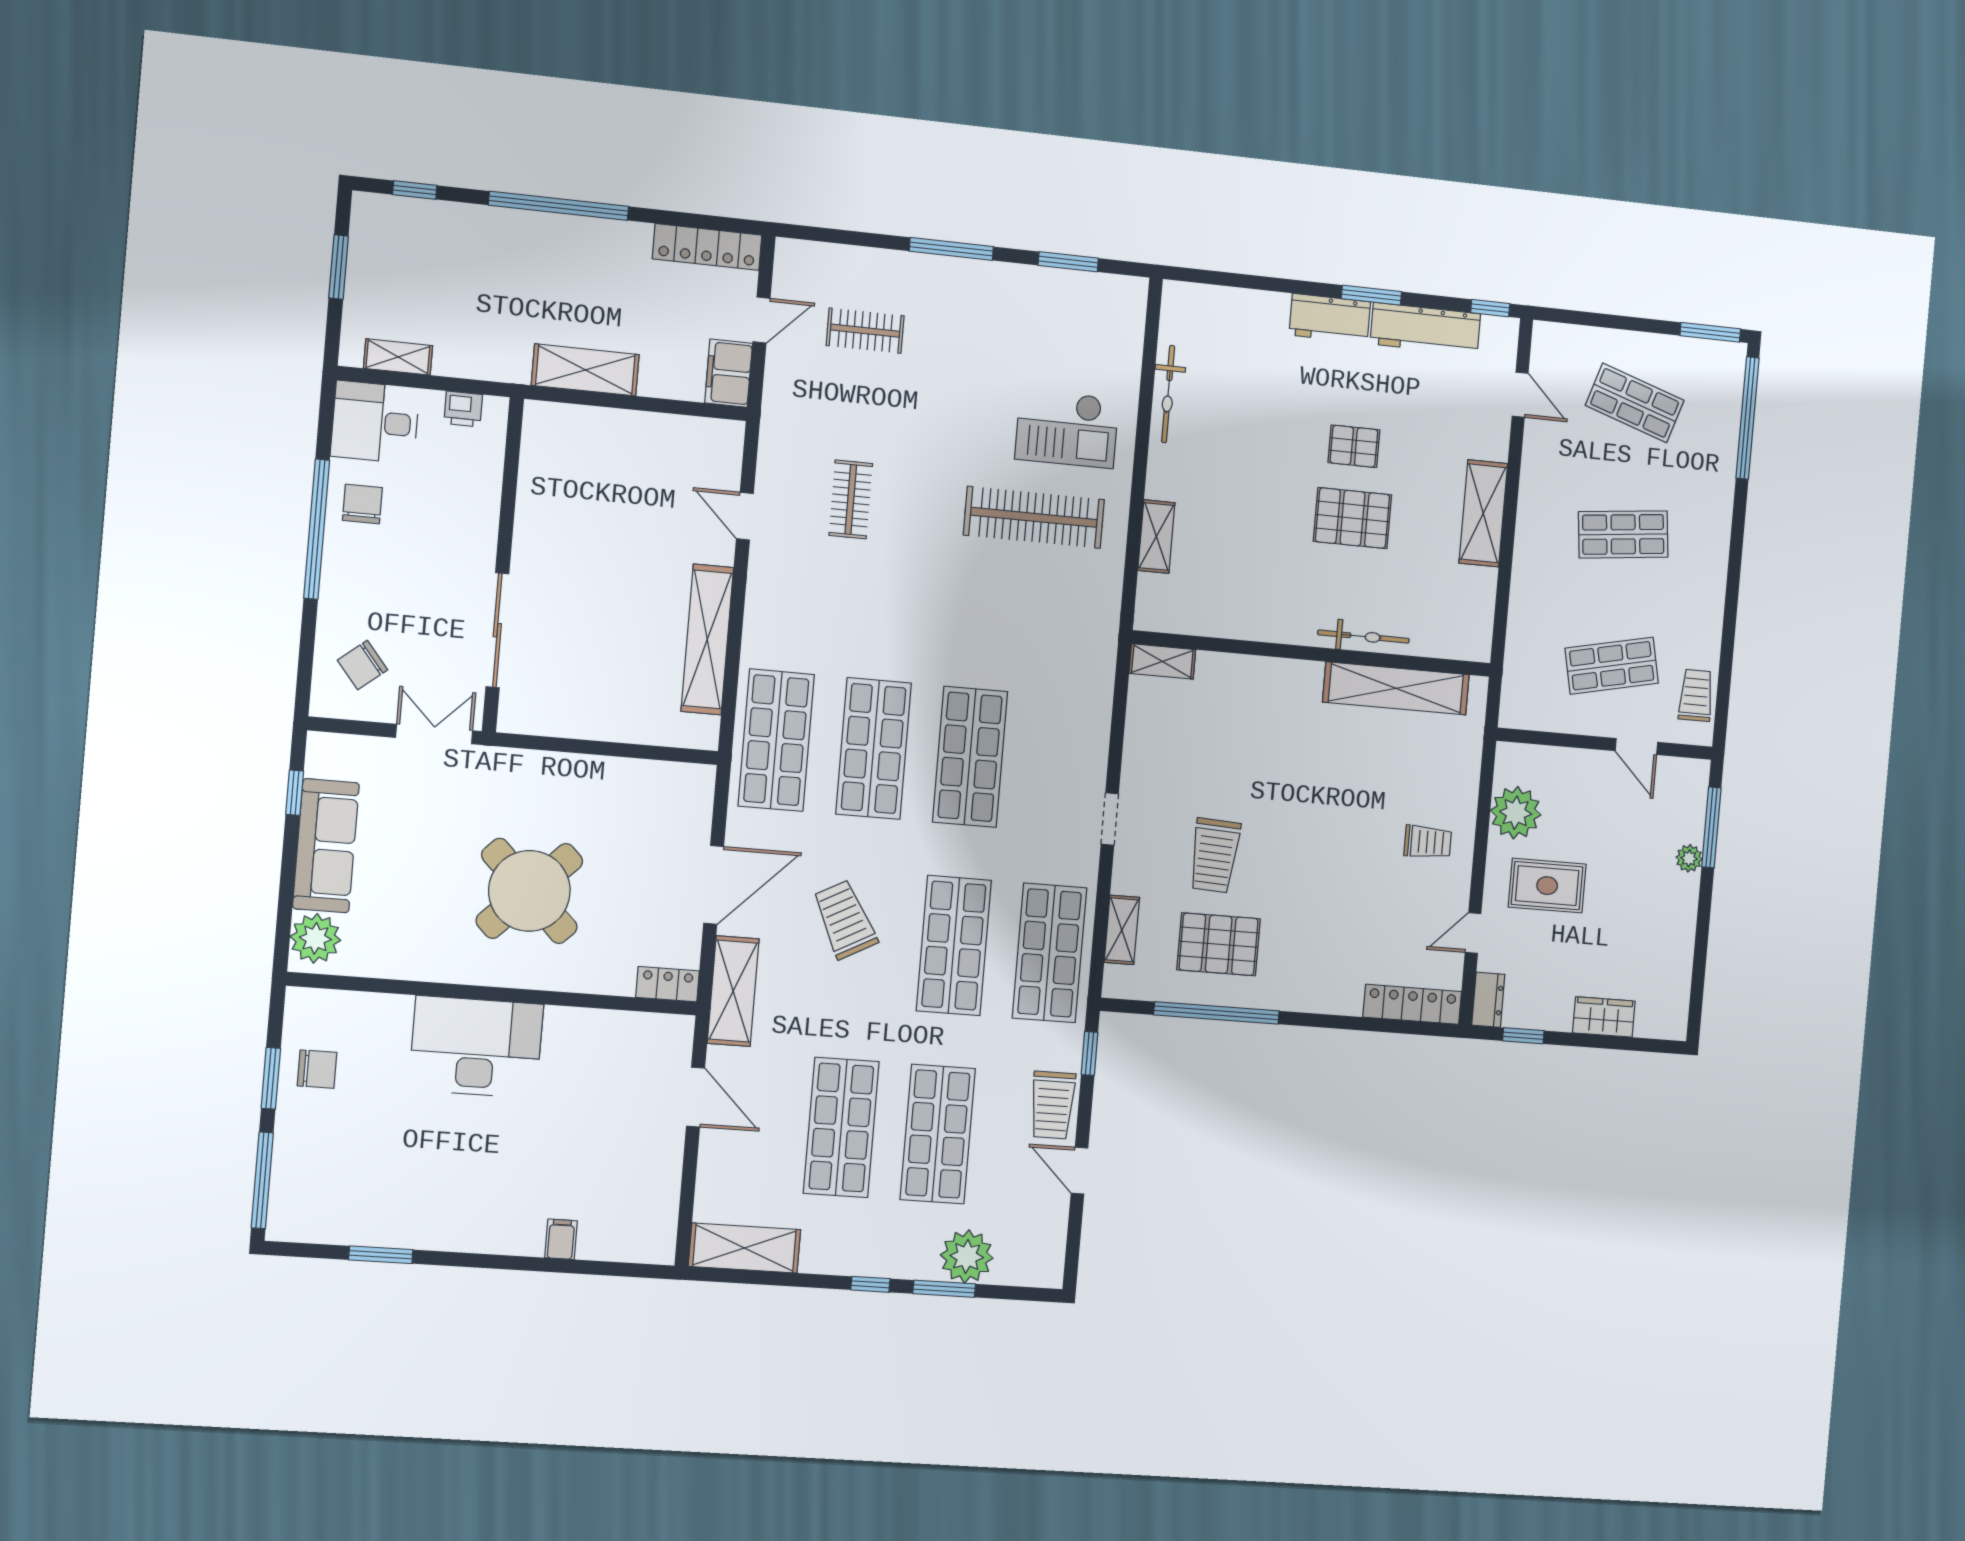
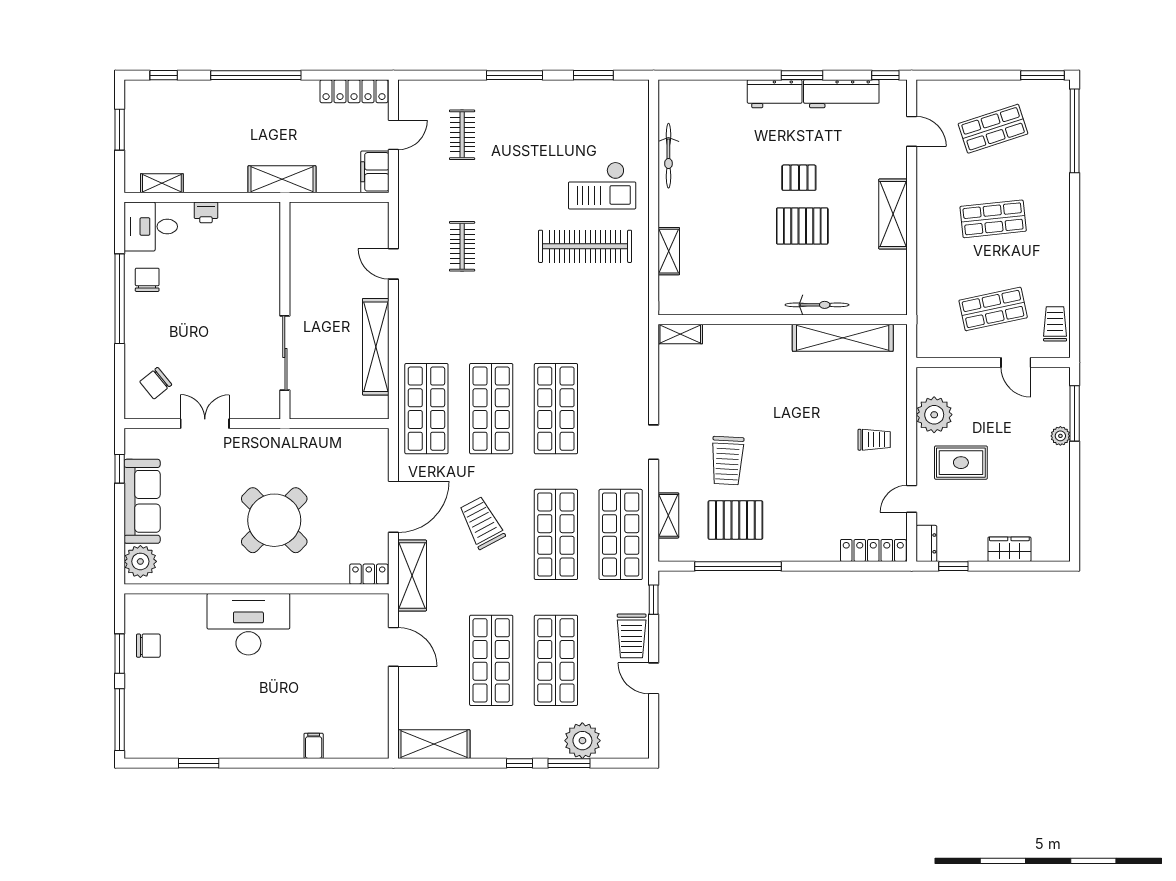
clothes rail: (865, 331) -> (462, 135), turned 90
shop shelf: (1635, 403) -> (993, 129), turned -36
wall: (503, 565) -> (285, 310), moved
sliding door: (497, 630) -> (285, 353), moved

